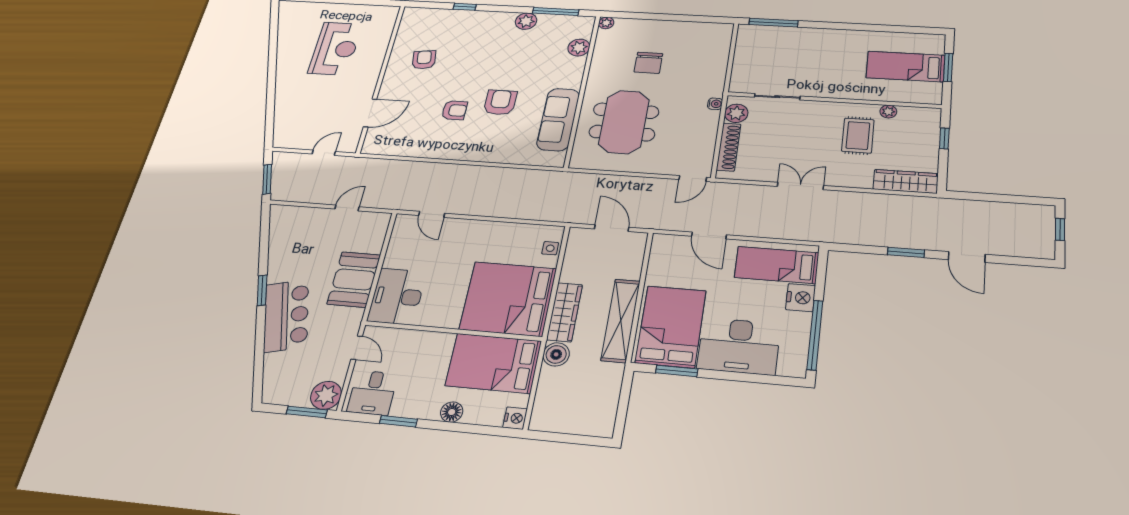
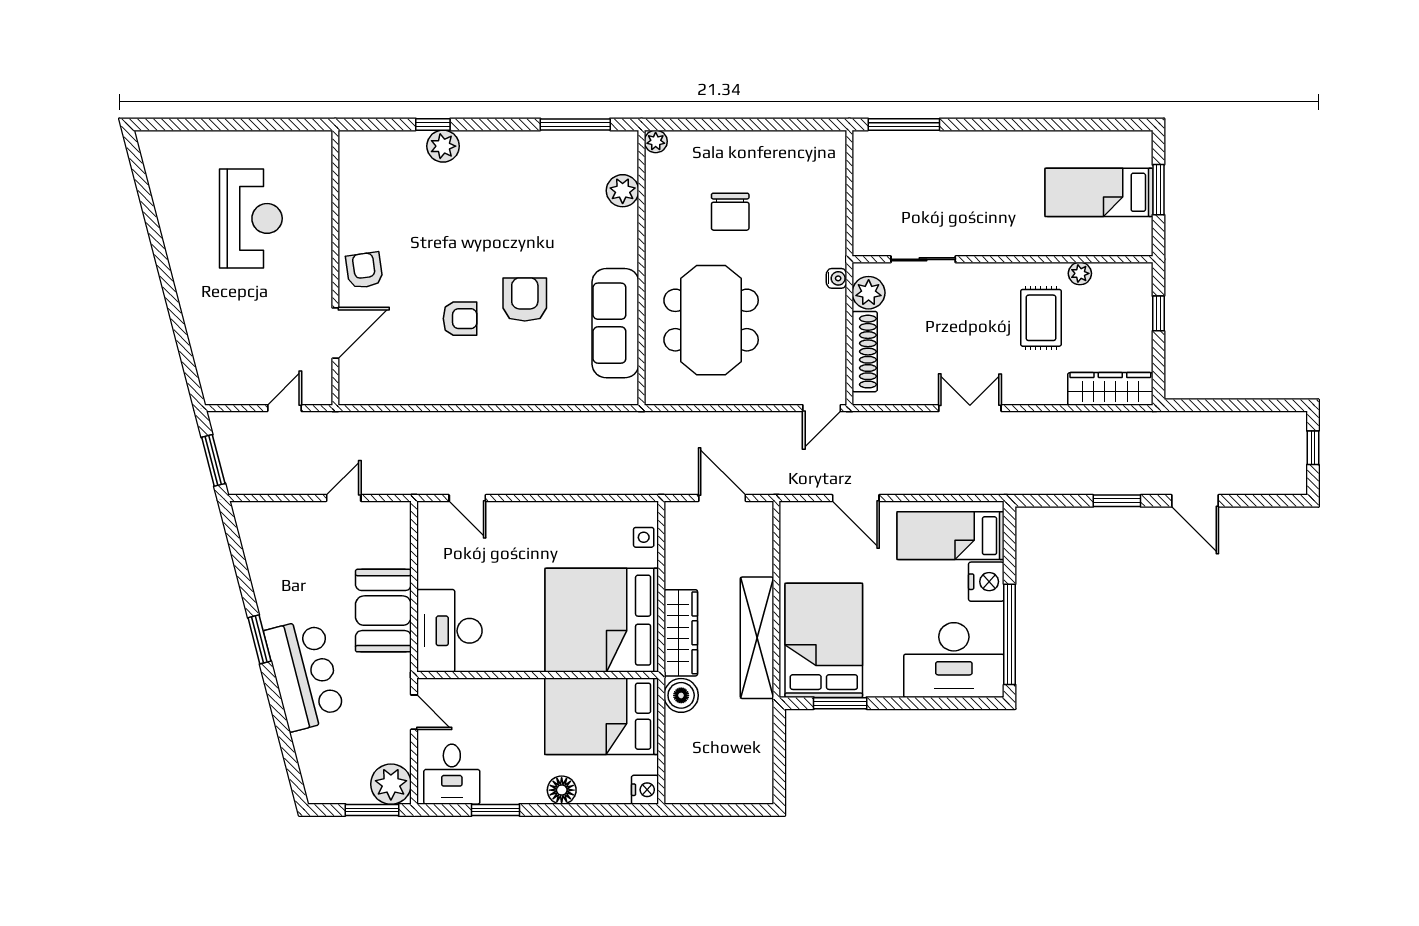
plant: (526, 21) -> (443, 146), moved
armchair: (424, 60) -> (364, 270), moved
desk: (739, 346) -> (954, 660), moved

